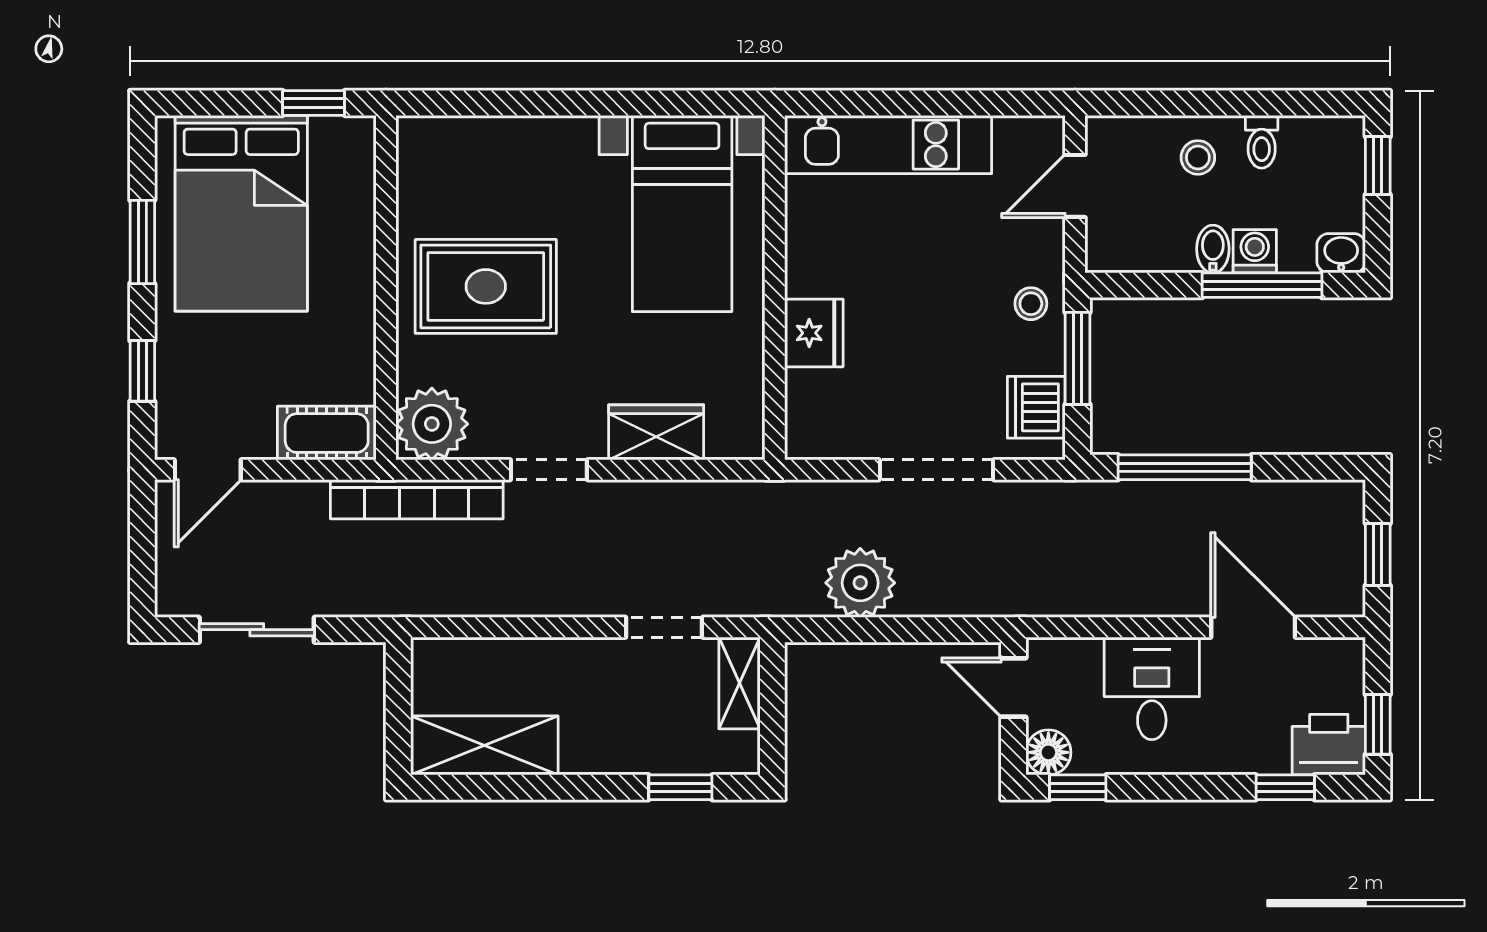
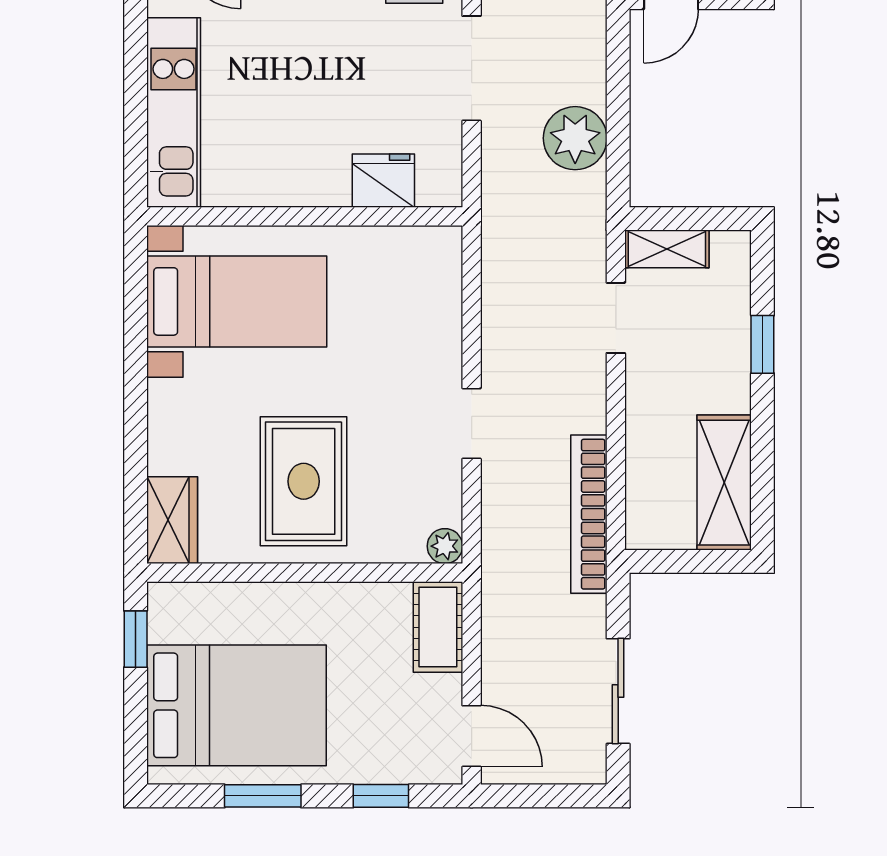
fridge: (814, 333) -> (383, 181), moved
plant: (432, 424) -> (445, 546), width x0.53, depth x0.53
wardrobe: (656, 432) -> (172, 520), moved, turned 180
bookcase: (417, 499) -> (589, 514), moved, turned 180
window: (680, 787) -> (762, 344), moved

